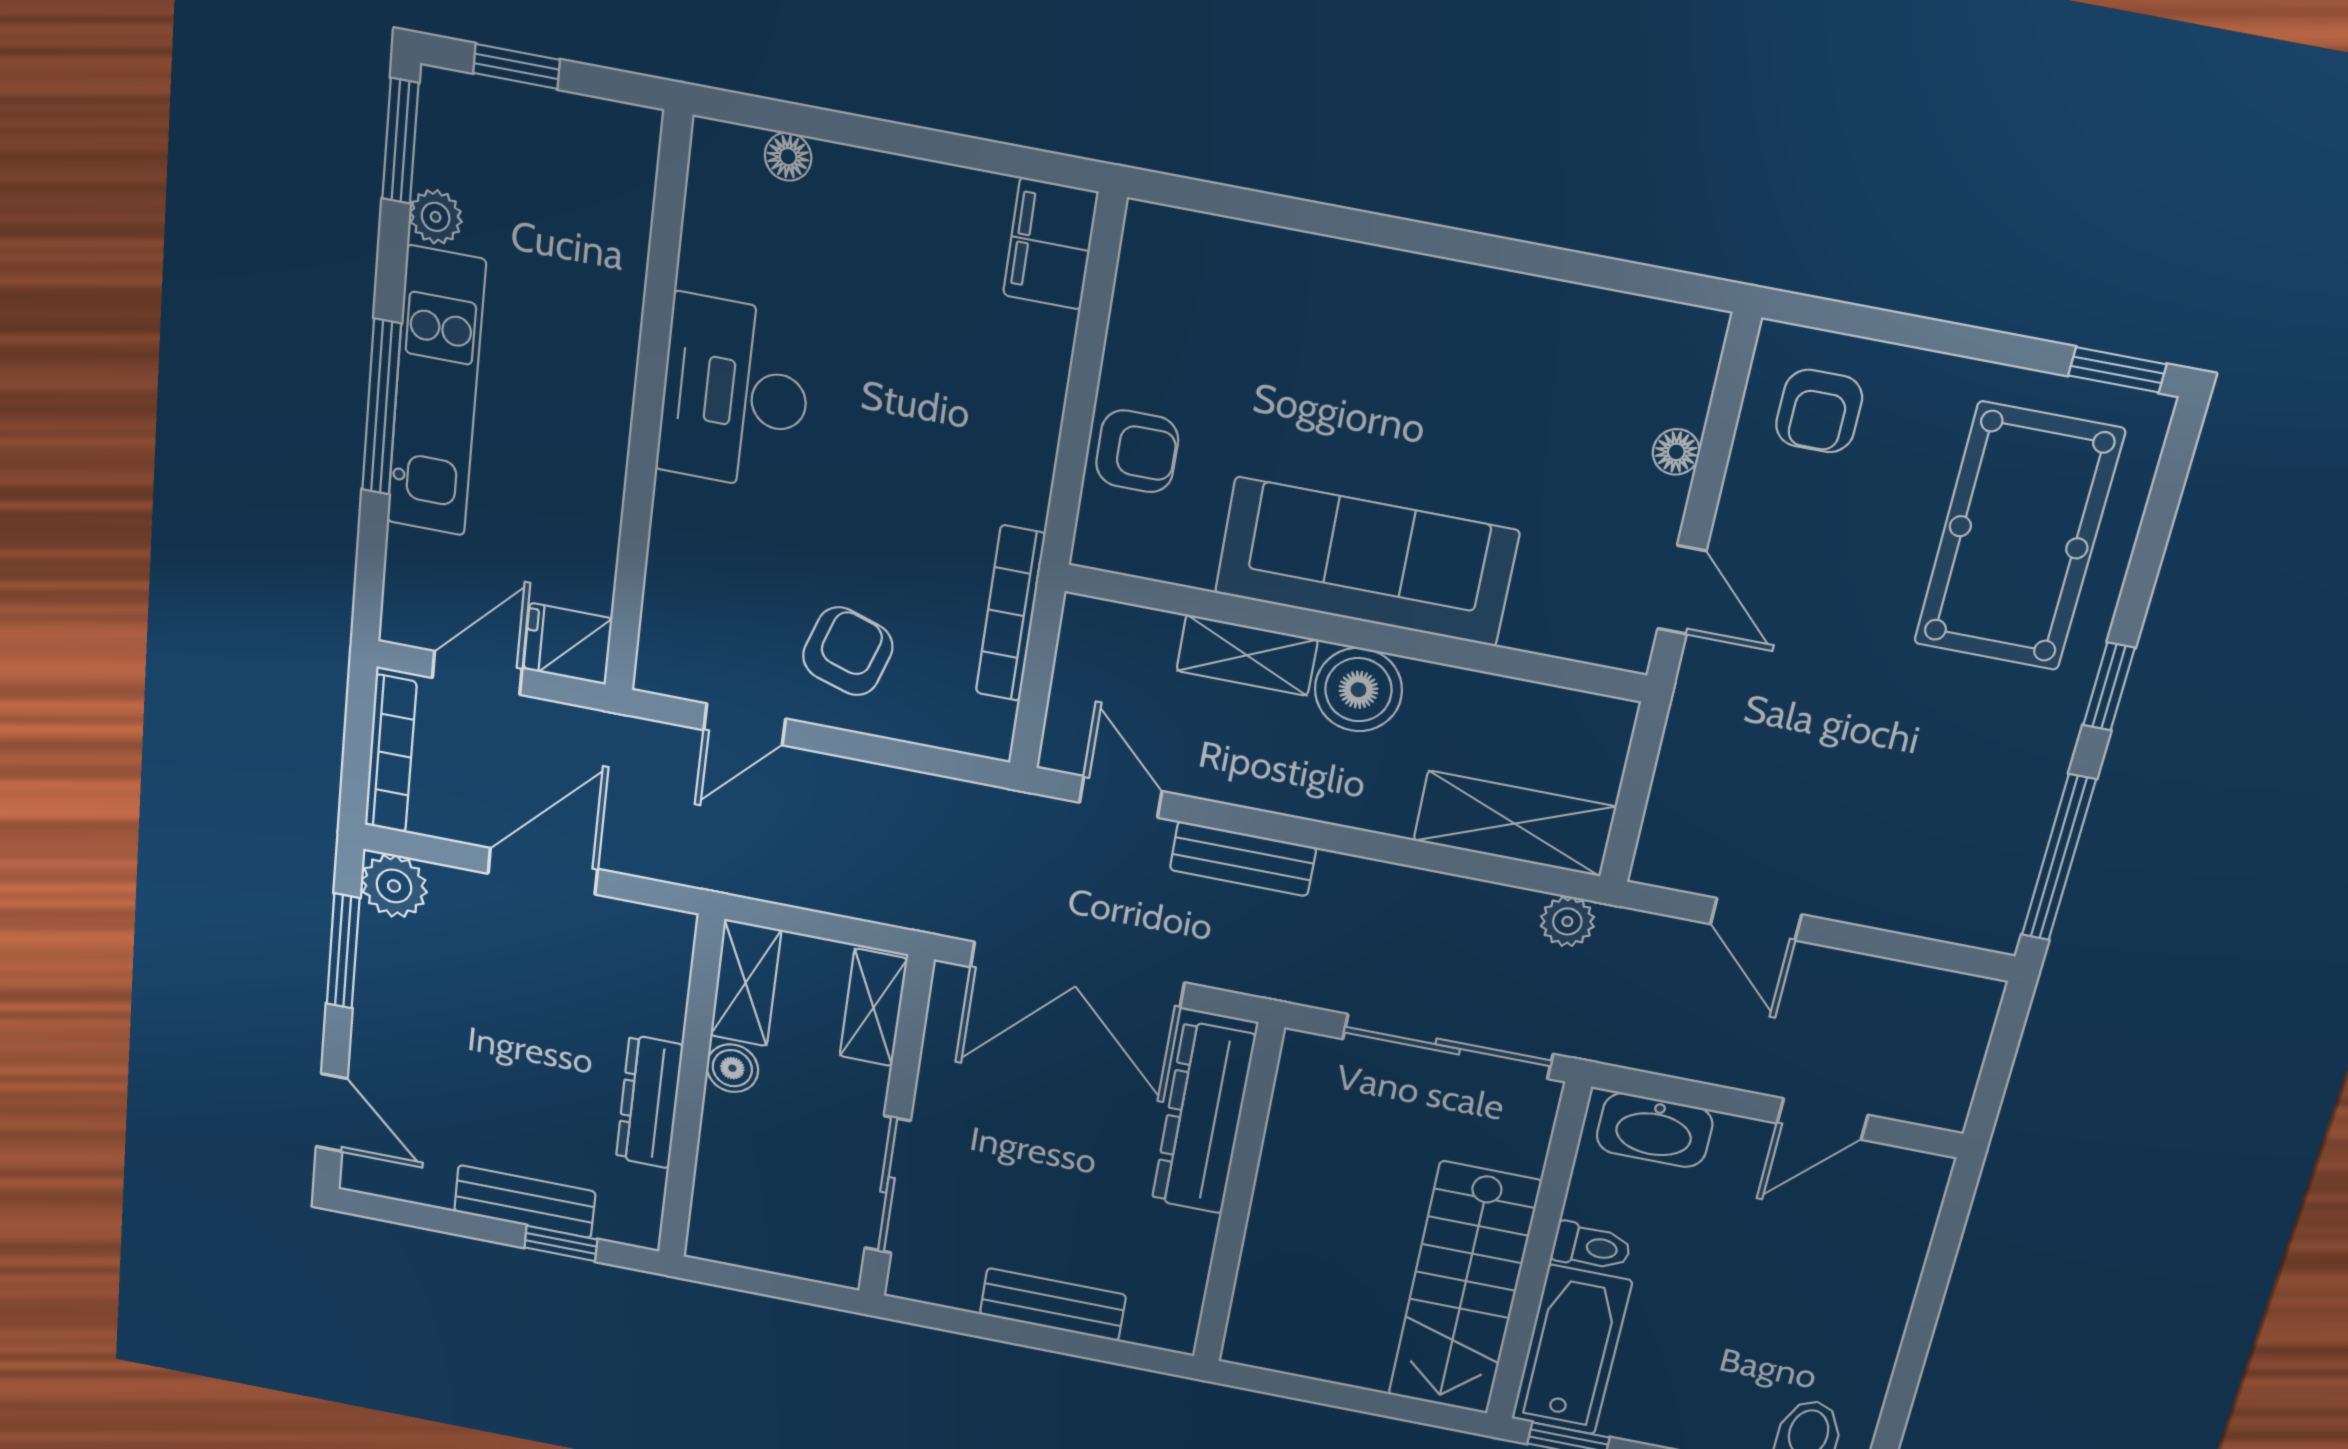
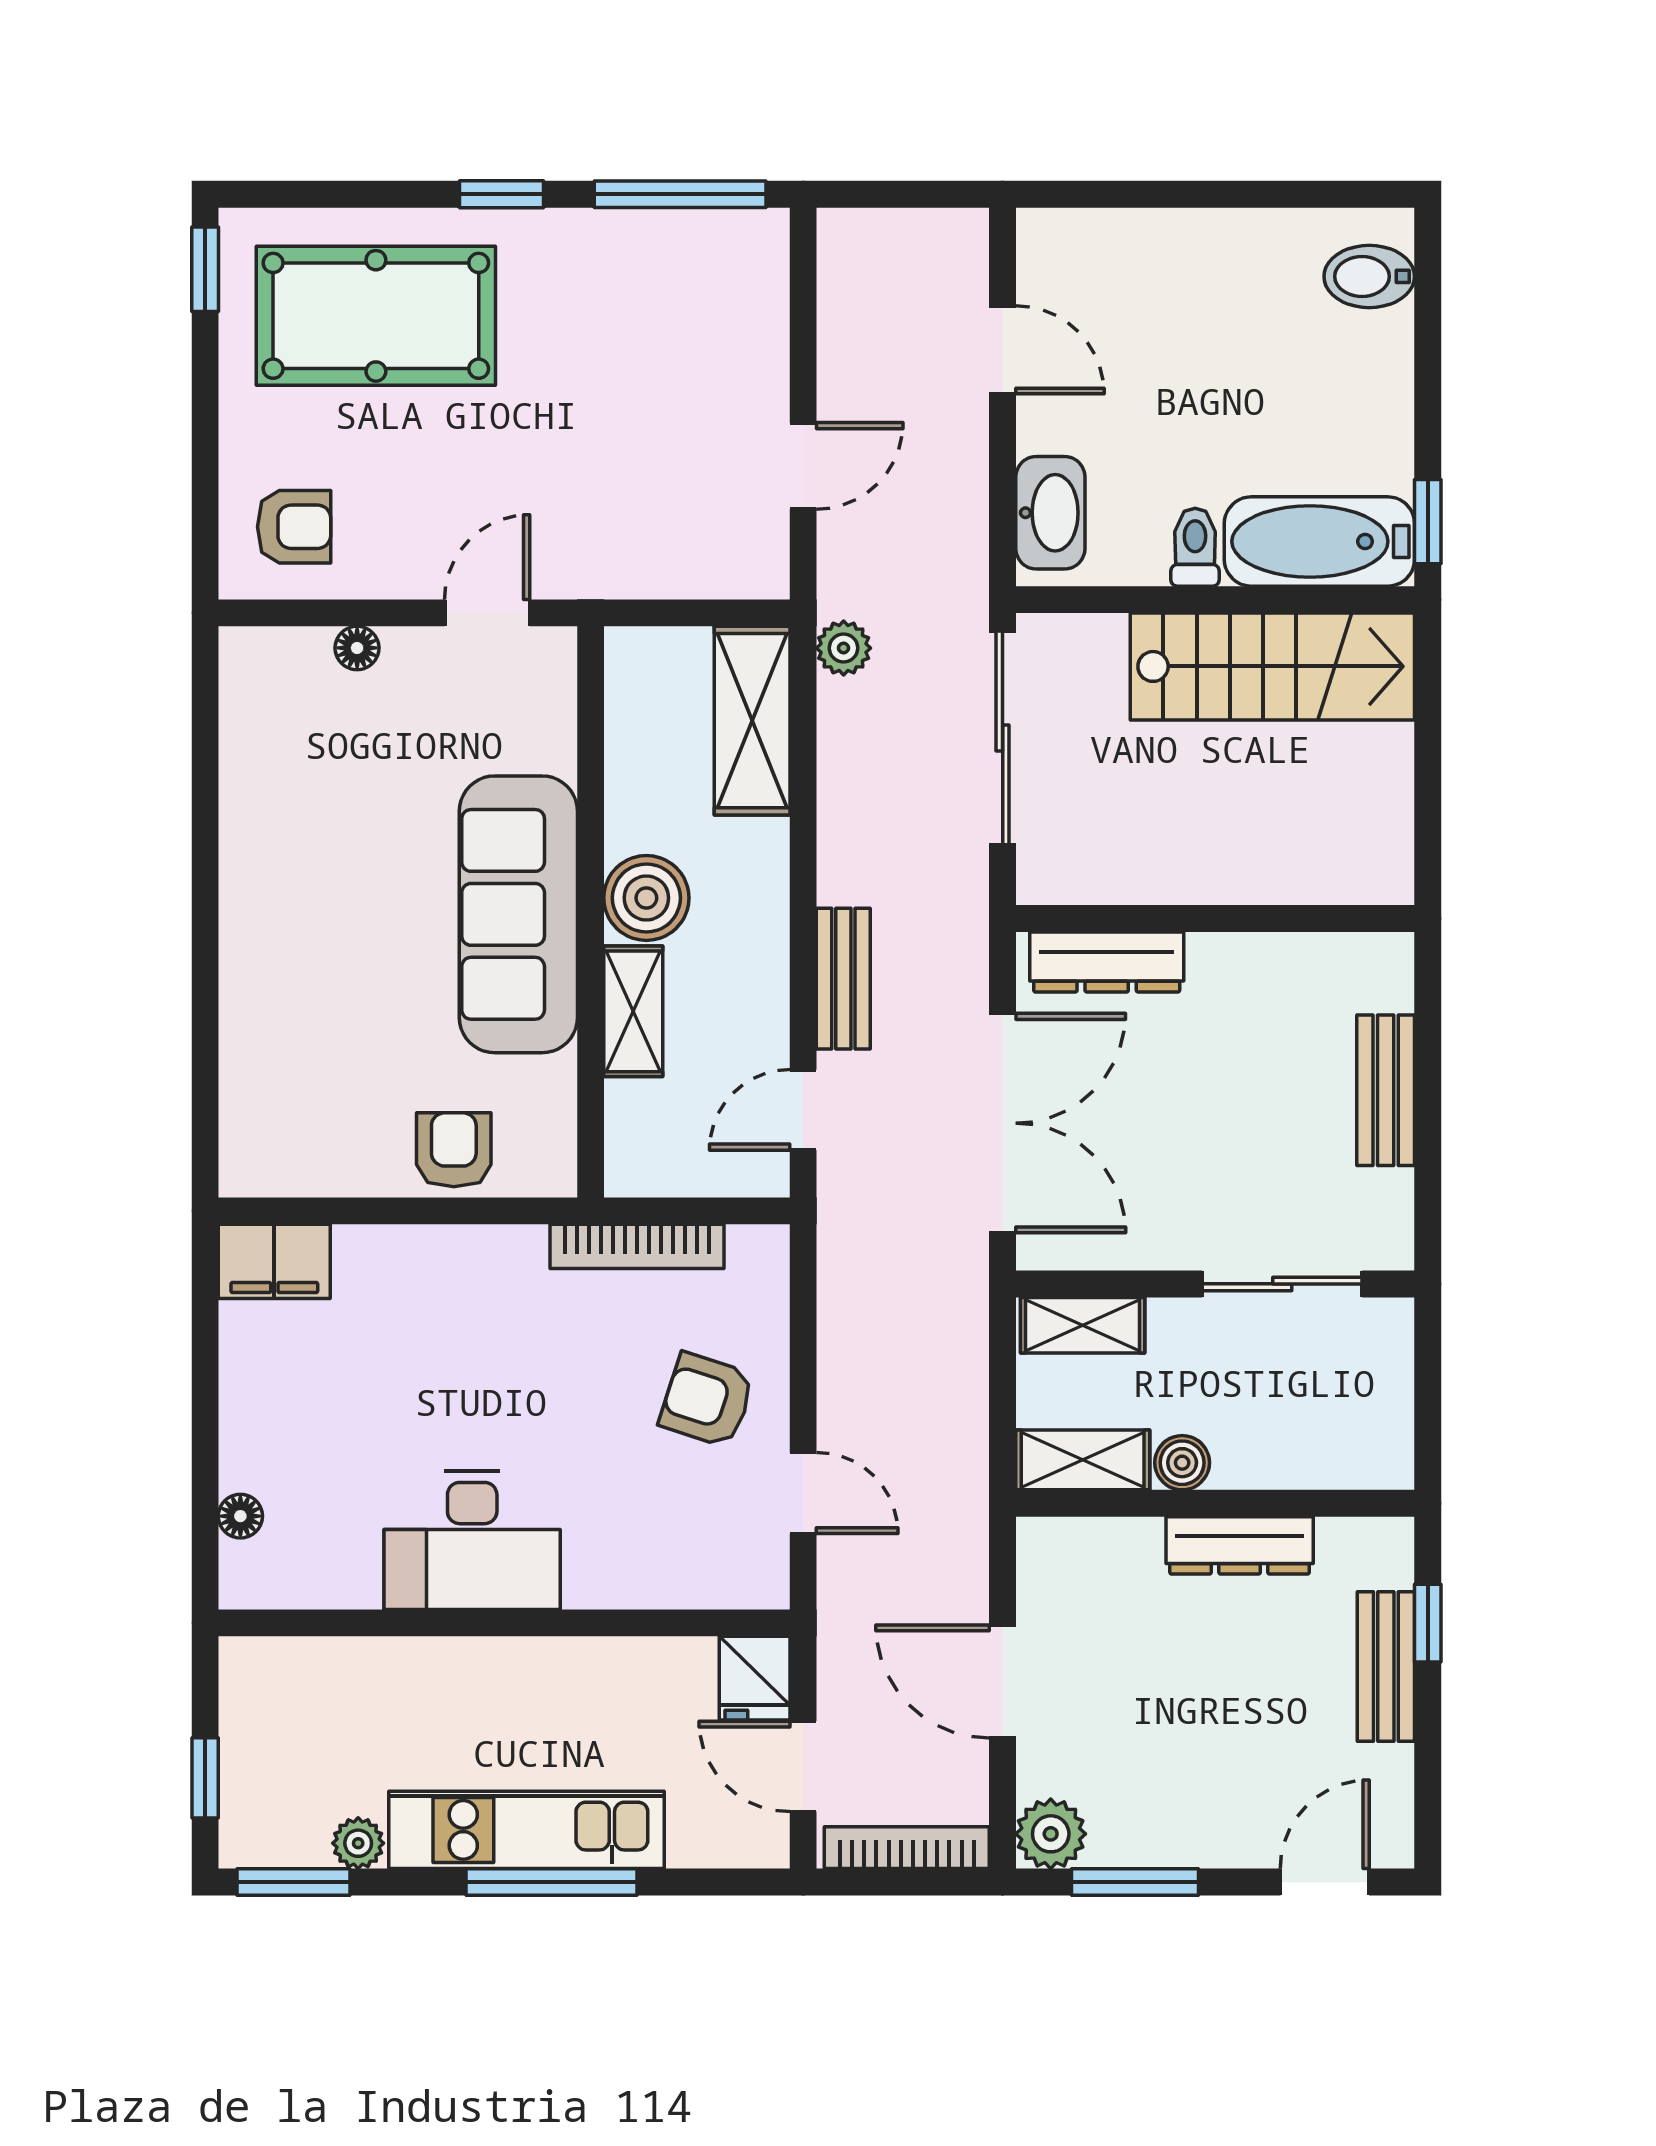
dresser: (1203, 1118) -> (1107, 962), width x0.73, depth x0.80

